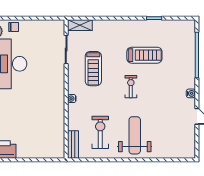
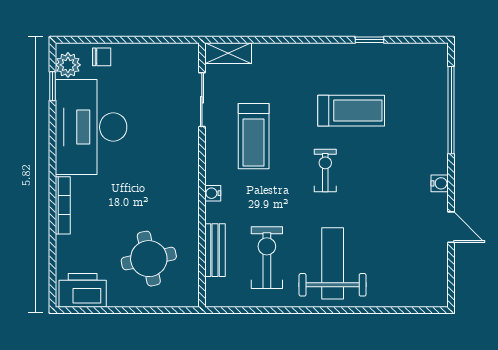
round table: (38, 133) -> (149, 259), added
bench: (73, 144) -> (215, 250), moved

